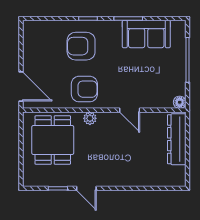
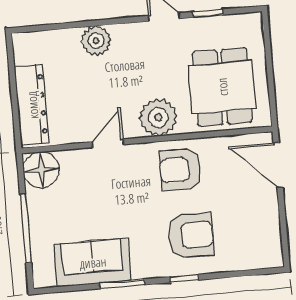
floor lamp: (180, 102) -> (41, 170), width x1.89, depth x1.89
door: (130, 110) -> (108, 143), hinge flipped
plant: (90, 118) -> (158, 117), width x1.88, depth x1.88
plant: (132, 177) -> (96, 41), added

